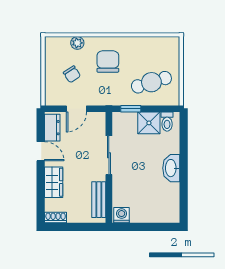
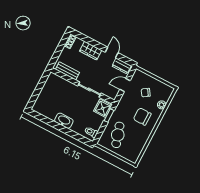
chair: (108, 62) -> (142, 117), turned 180
door: (76, 109) -> (125, 85), hinge flipped
shower: (149, 123) -> (103, 108), moved
door: (41, 151) -> (112, 52), swing flipped
washing machine: (122, 215) -> (52, 79), removed

